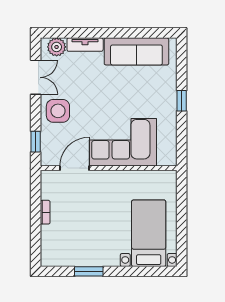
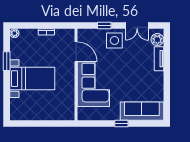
sofa: (136, 51) -> (142, 111), moved, turned 90
window: (36, 142) -> (104, 26), moved
bed with nightstands: (149, 233) -> (32, 79), moved
plant: (47, 260) -> (14, 33), added

